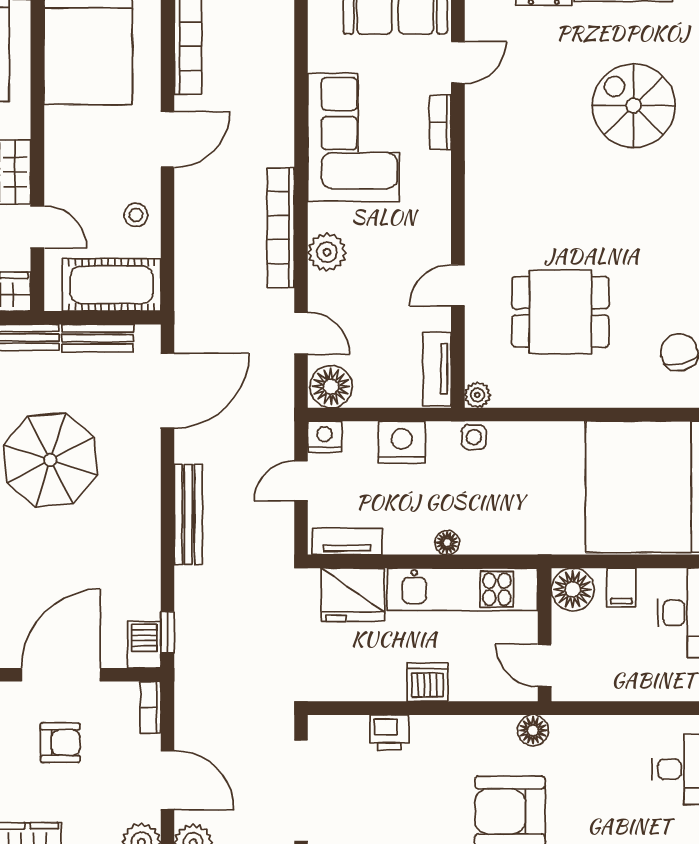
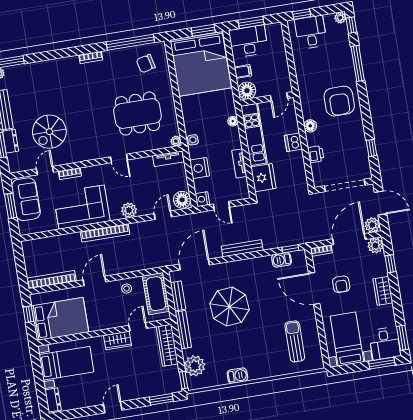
door: (458, 62) -> (45, 171), hinge flipped
spiral stairs: (634, 106) -> (49, 132), moved
door: (168, 139) -> (95, 281), hinge flipped
bookcase: (281, 227) -> (105, 233), moved
door: (458, 285) -> (119, 158), moved
dining table: (560, 312) -> (137, 114), width x1.38
door: (168, 391) -> (194, 265), hinge flipped
tv unit: (347, 541) -> (239, 163), moved
floor lamp: (447, 543) -> (233, 121), moved
barbecue: (144, 645) -> (282, 260), moved
floor lamp: (533, 730) -> (310, 126), moved
armchair: (60, 743) -> (341, 284), turned 180
door: (168, 780) -> (349, 239), width x1.36

